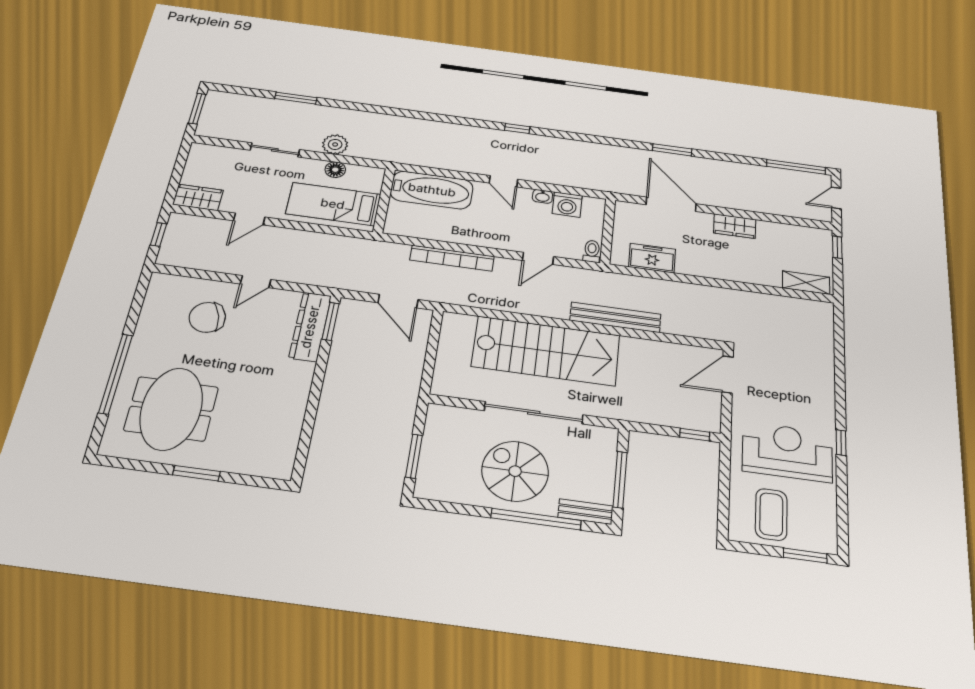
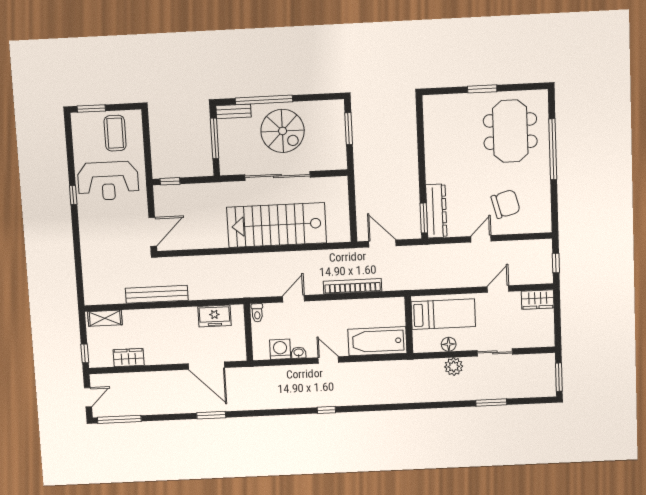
wardrobe: (735, 226) -> (129, 358), moved
bench: (615, 317) -> (157, 294), moved

